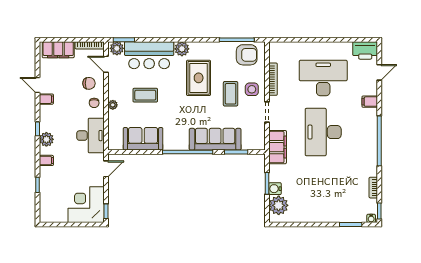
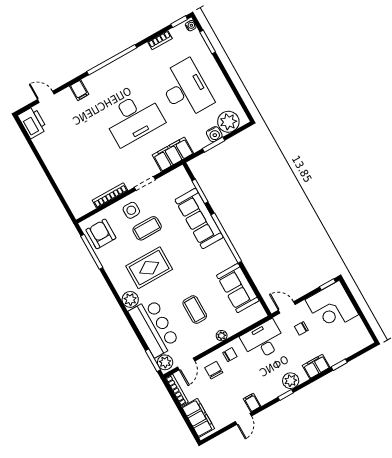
desk: (323, 78) -> (186, 89), moved, turned 180
filing cabinet: (46, 160) -> (316, 367), width x2.00
chair: (83, 171) -> (301, 328), added

